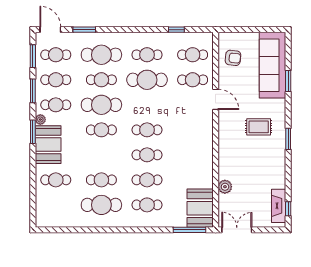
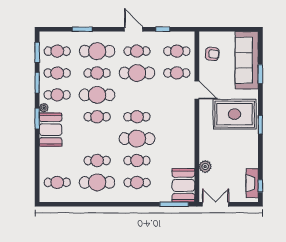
door: (50, 30) -> (134, 29), moved
rug: (259, 127) -> (235, 114), width x1.86, depth x2.06
cafe table: (147, 155) -> (137, 139), width x1.37, depth x1.35
cafe table: (56, 180) -> (57, 182), moved

